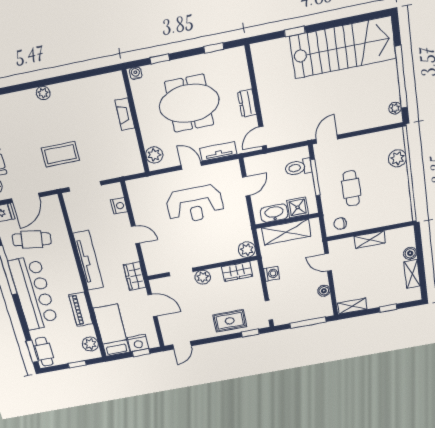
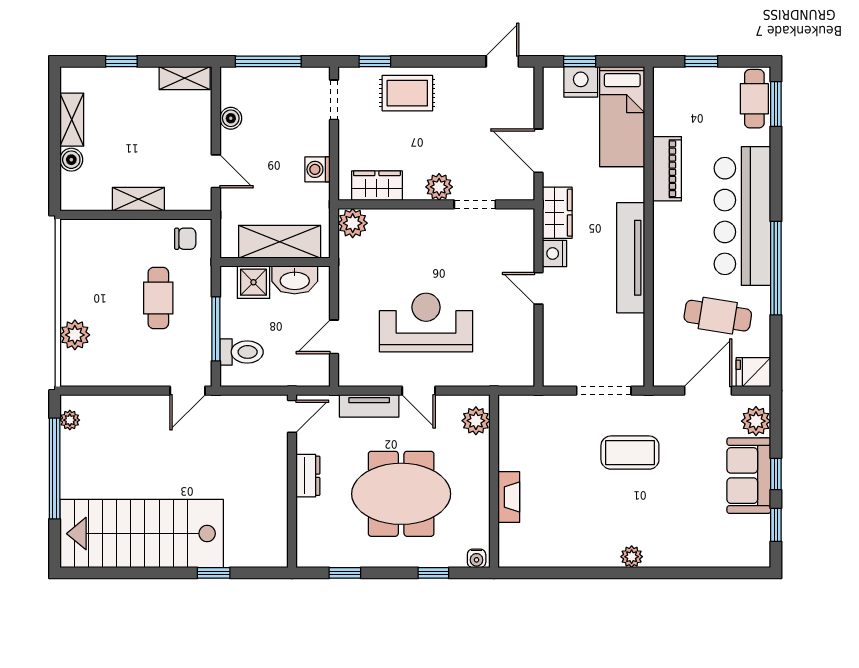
nightstand: (119, 206) -> (555, 254), moved
plant: (90, 344) -> (667, 97), removed

